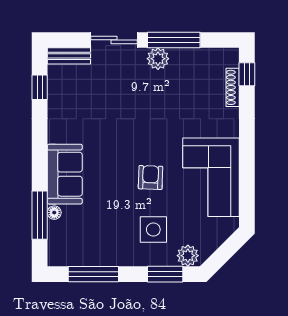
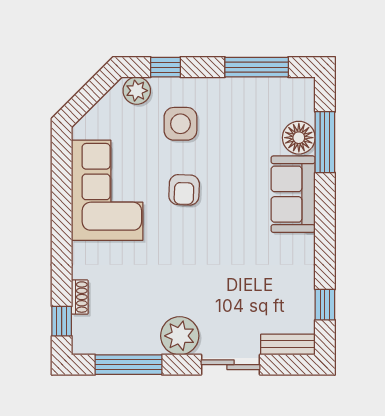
window: (174, 40) -> (129, 365), moved
plant: (158, 59) -> (180, 336), width x1.36, depth x1.36
shoe rack: (233, 87) -> (80, 297), width x0.70
floor lamp: (54, 213) -> (299, 138), width x1.89, depth x1.89
window: (165, 274) -> (166, 67), width x0.67

